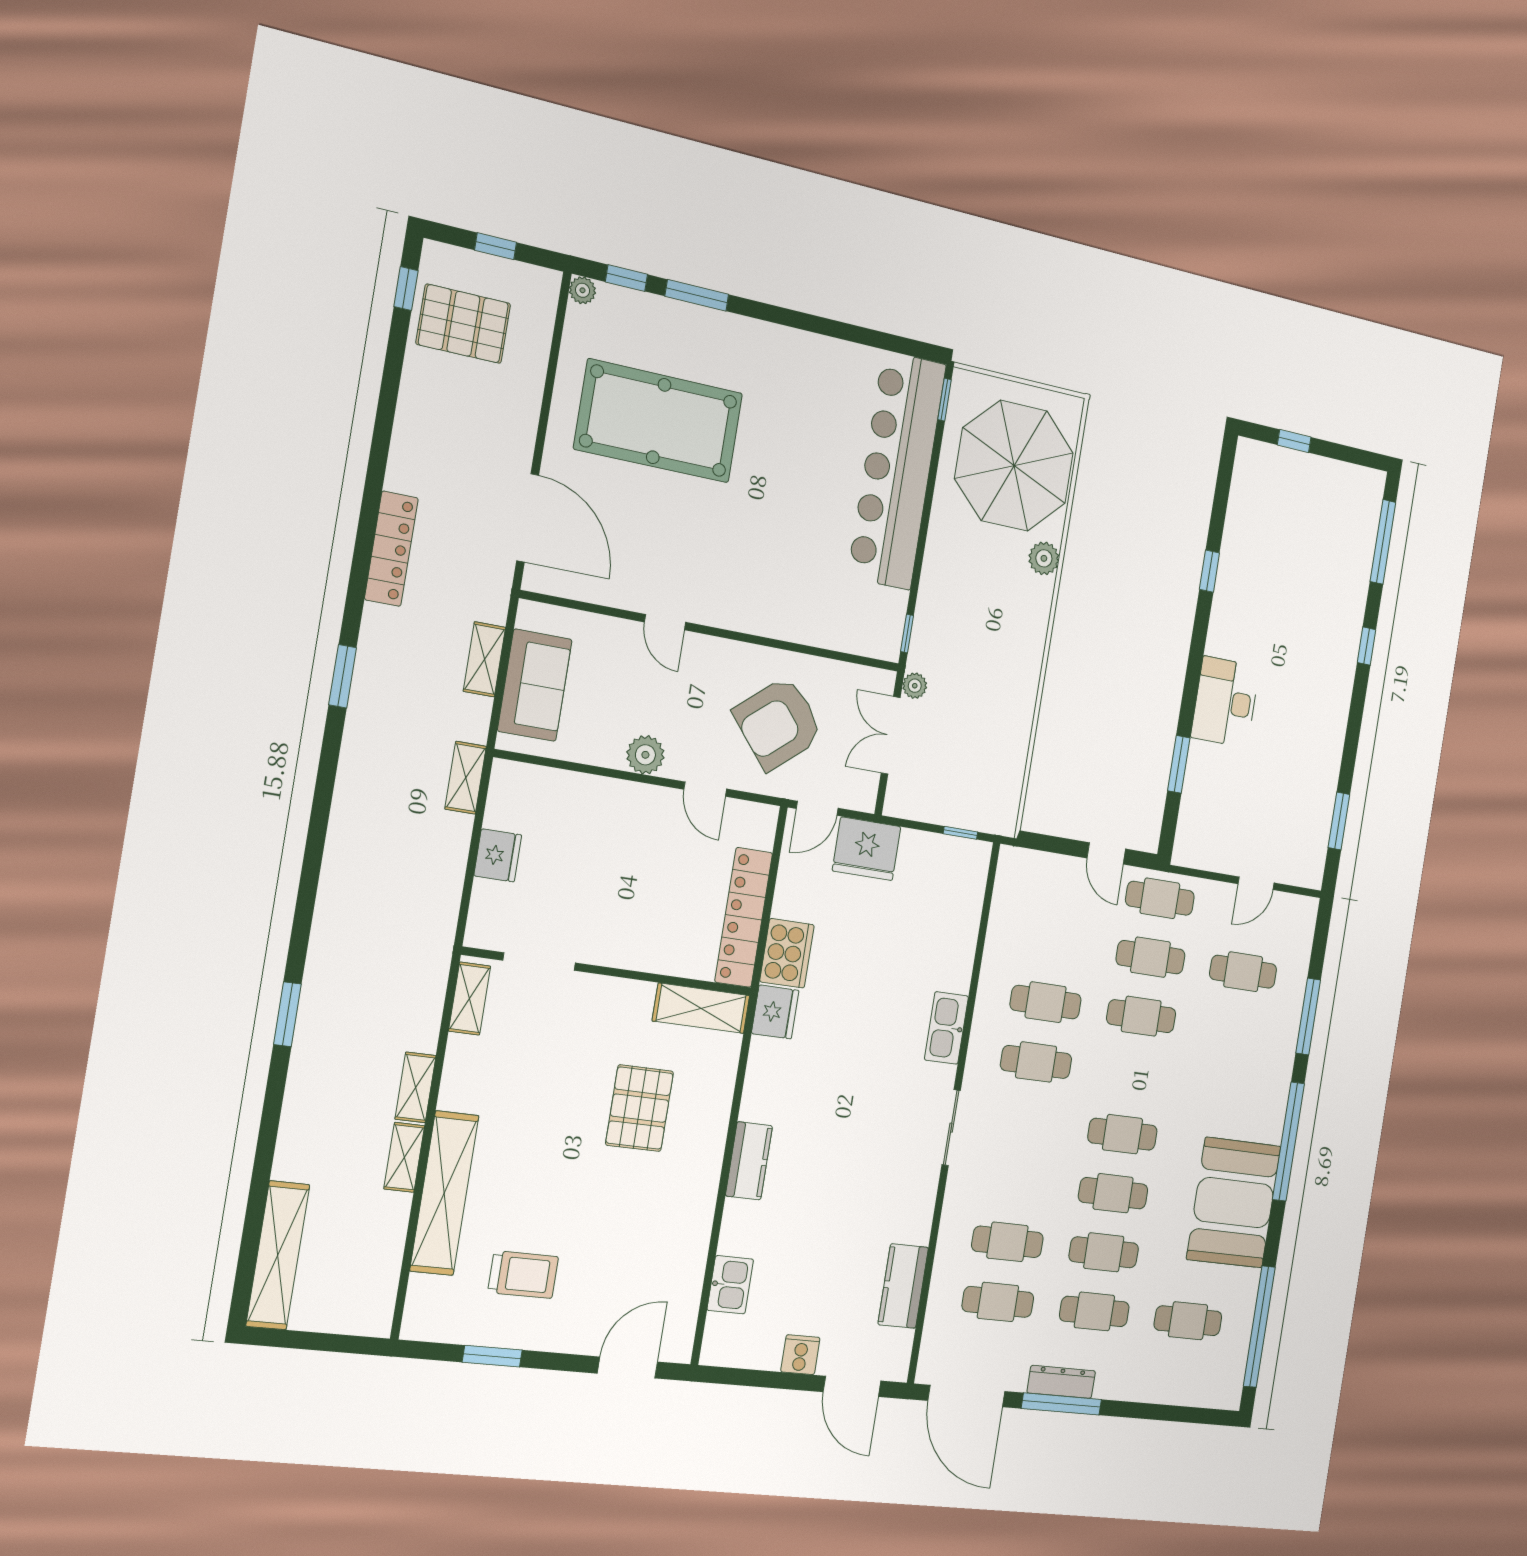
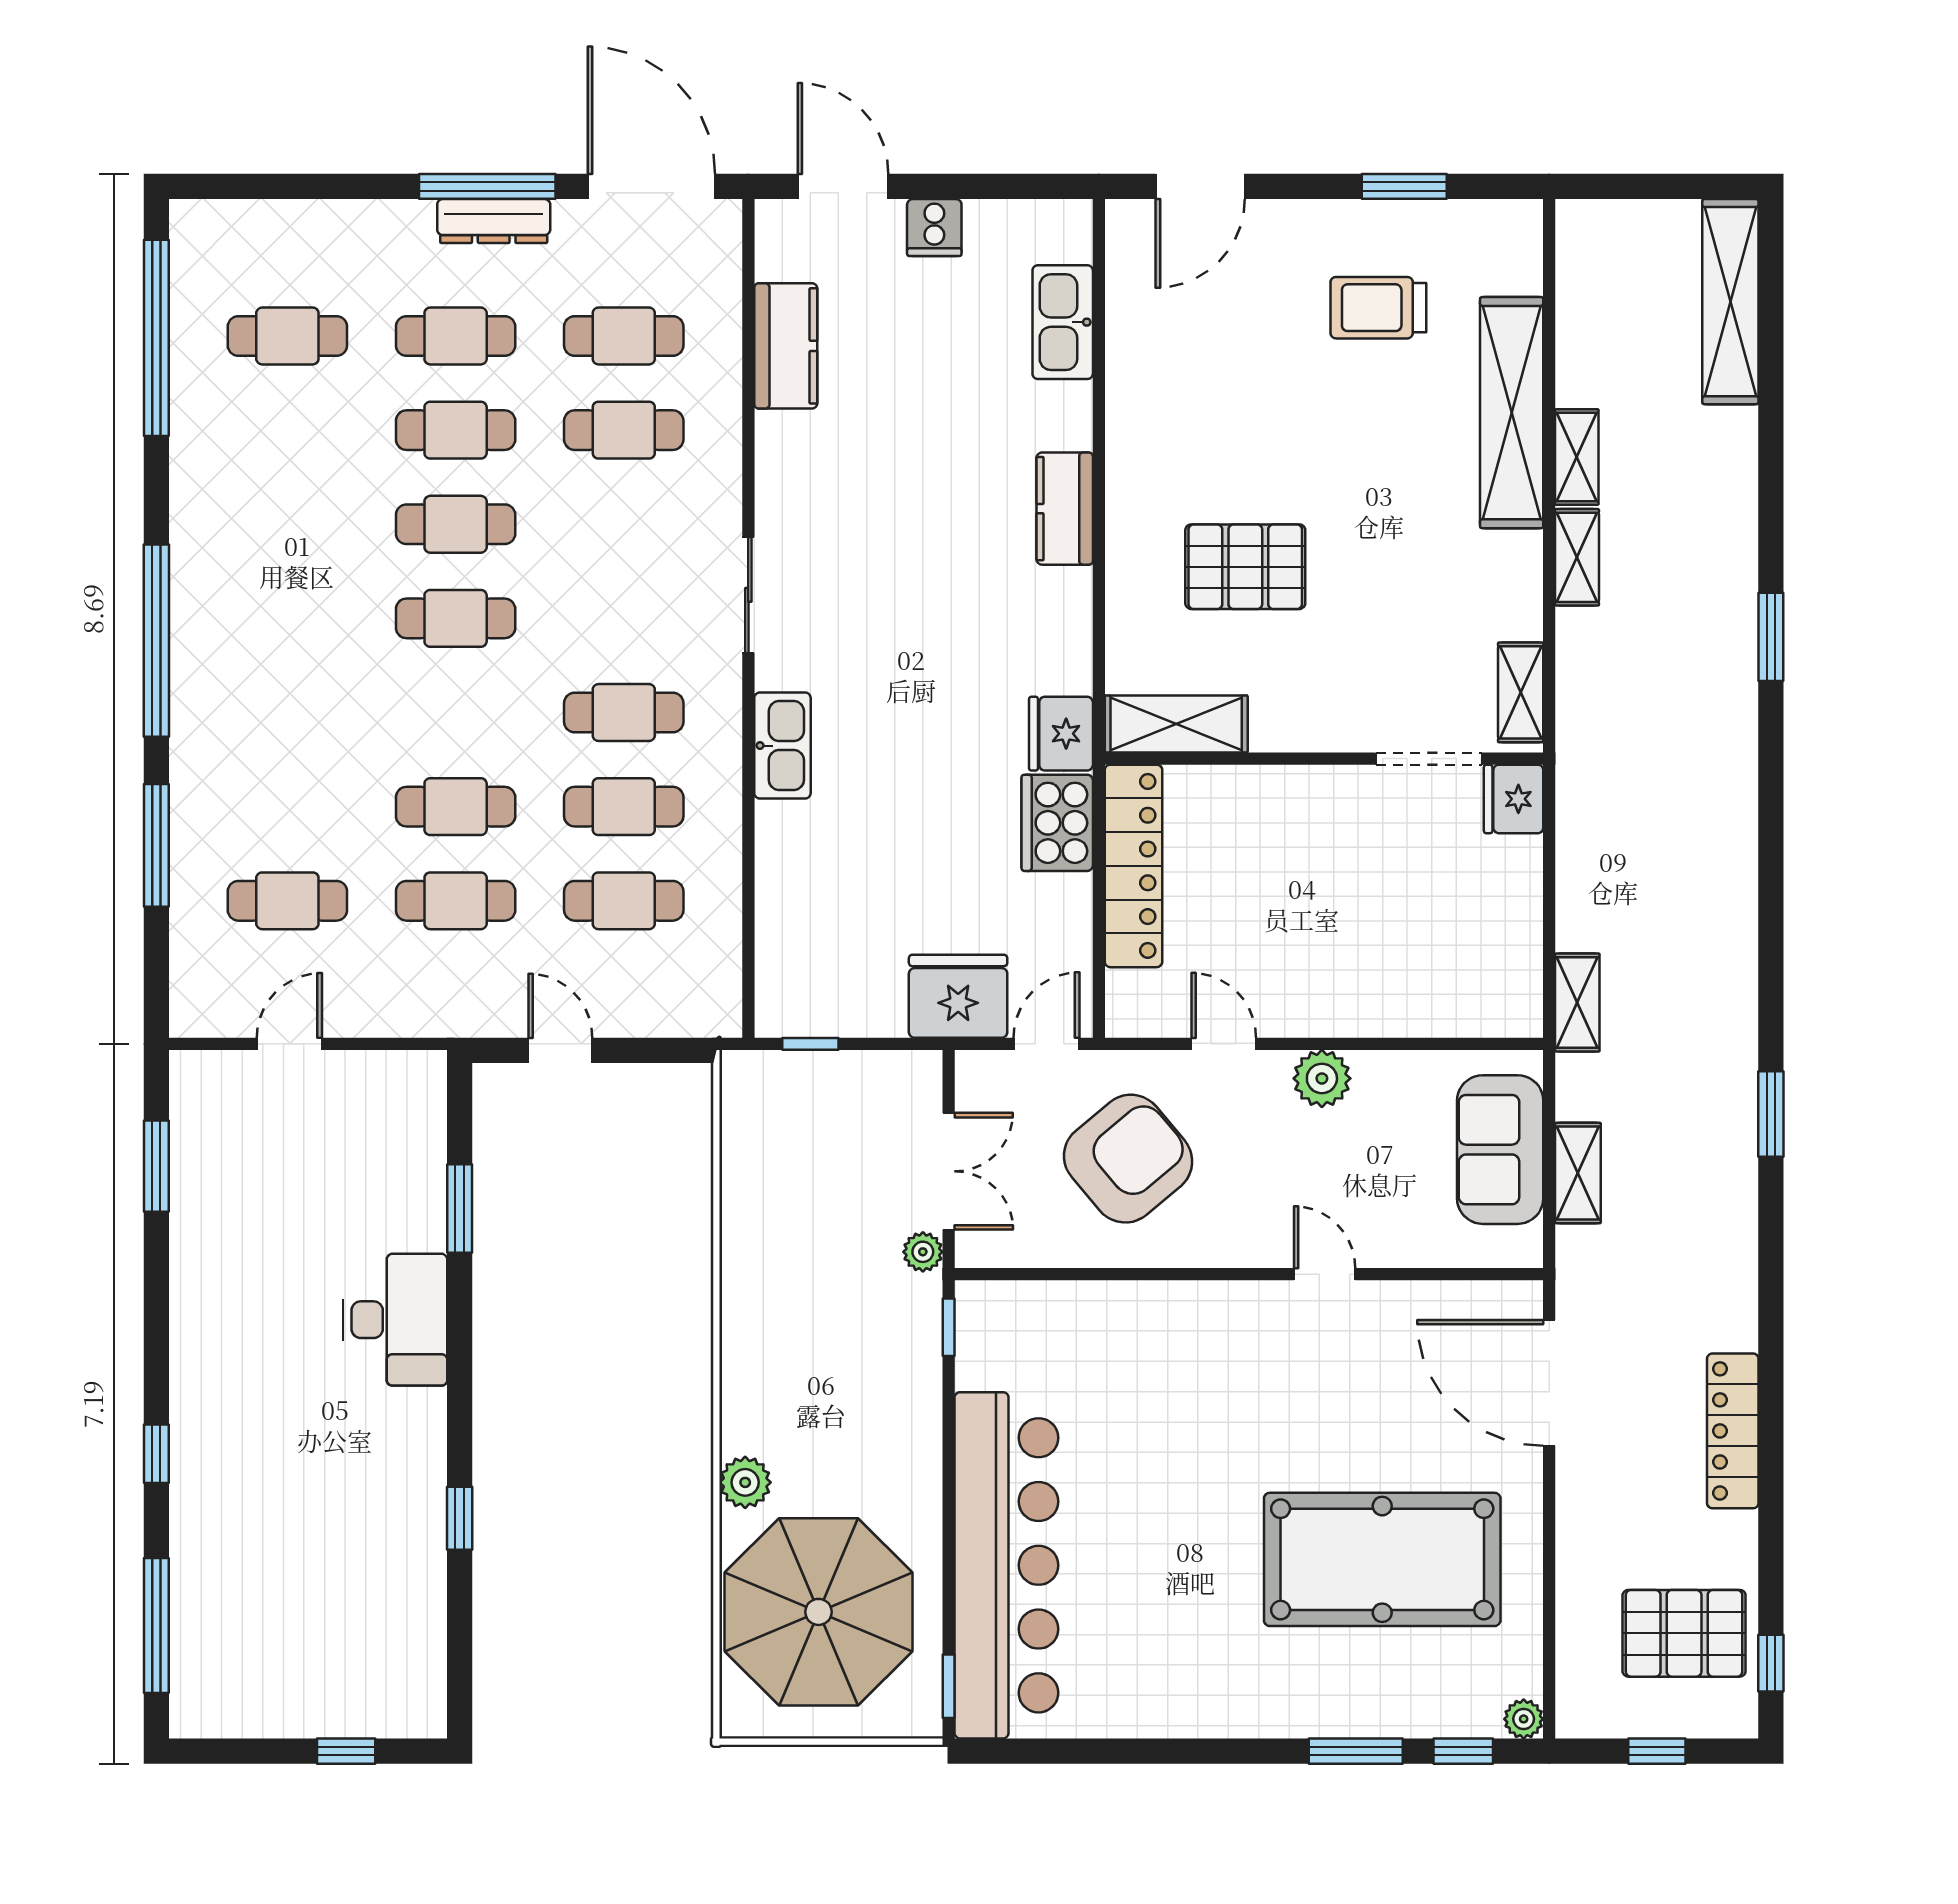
locker: (391, 549) -> (1733, 1431), moved
fridge: (498, 855) -> (1514, 799), moved
cafe table: (1160, 898) -> (624, 901), moved
pallet: (640, 1108) -> (1245, 567), turned 90
booth: (1234, 1203) -> (238, 532), removed
kitchen sink: (730, 1285) -> (1063, 322), width x1.38

